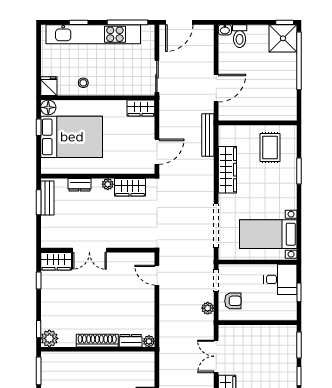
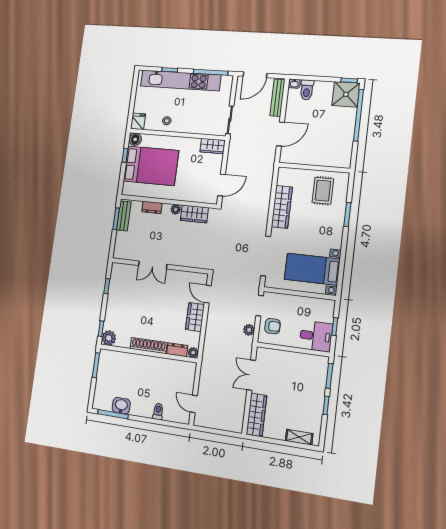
bench: (208, 135) -> (277, 98), moved
wardrobe: (56, 261) -> (195, 317), moved, turned 90
desk: (280, 279) -> (316, 336), moved

